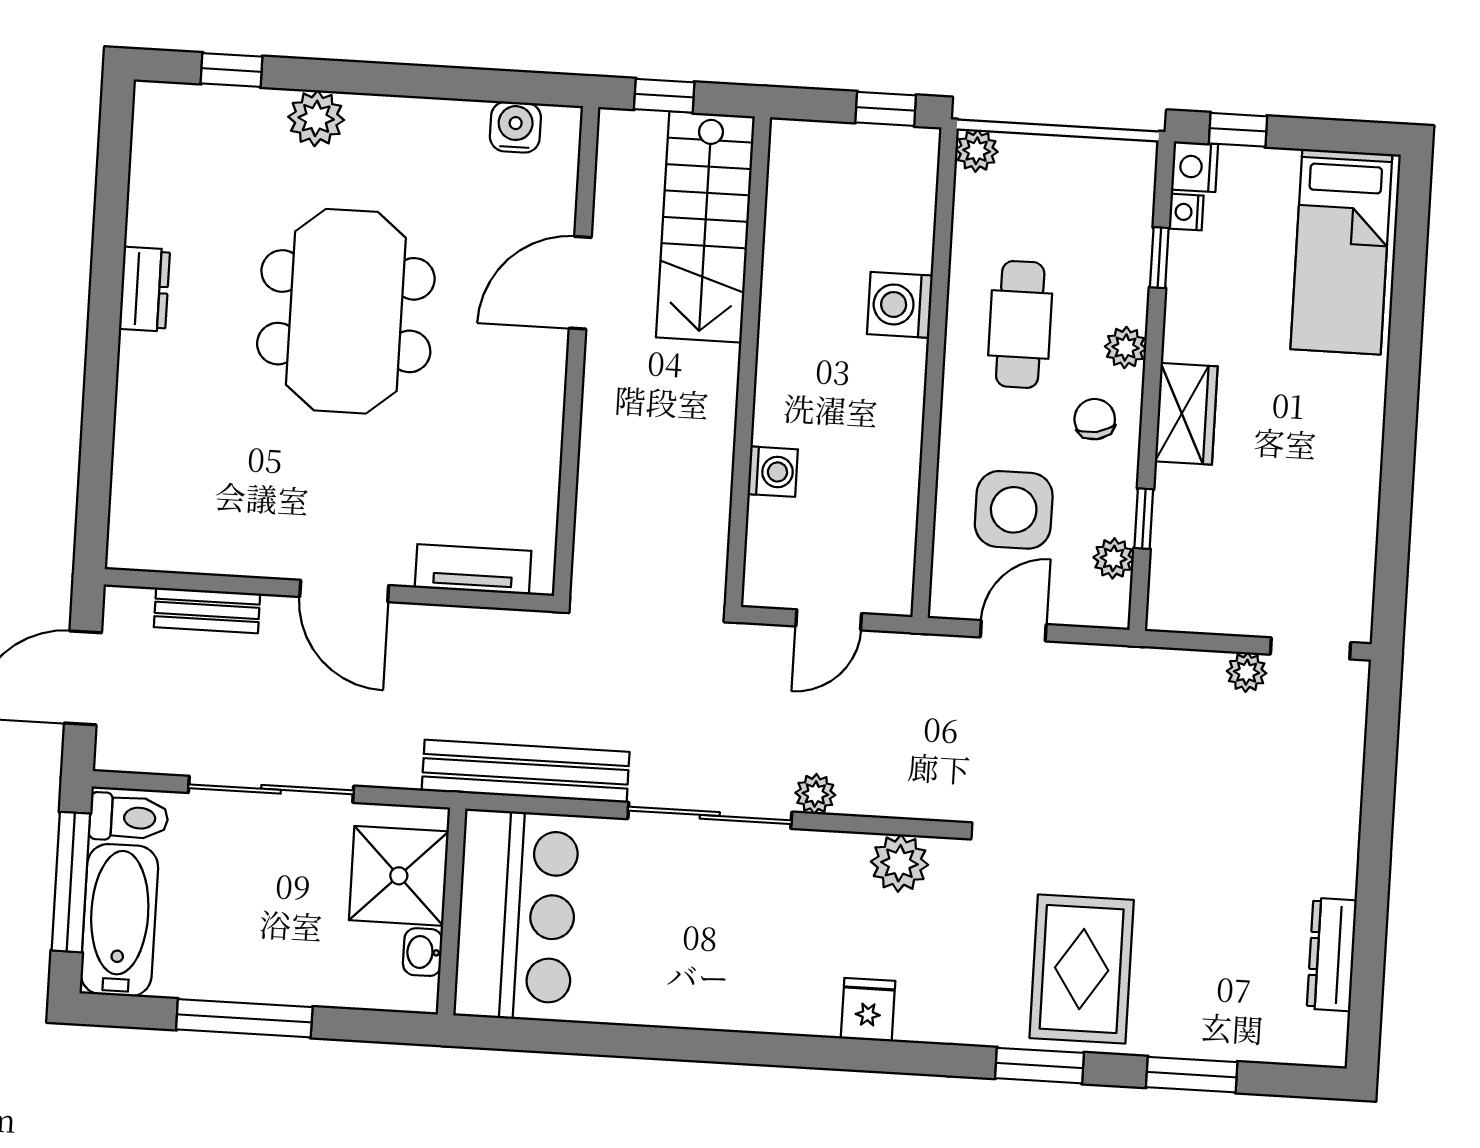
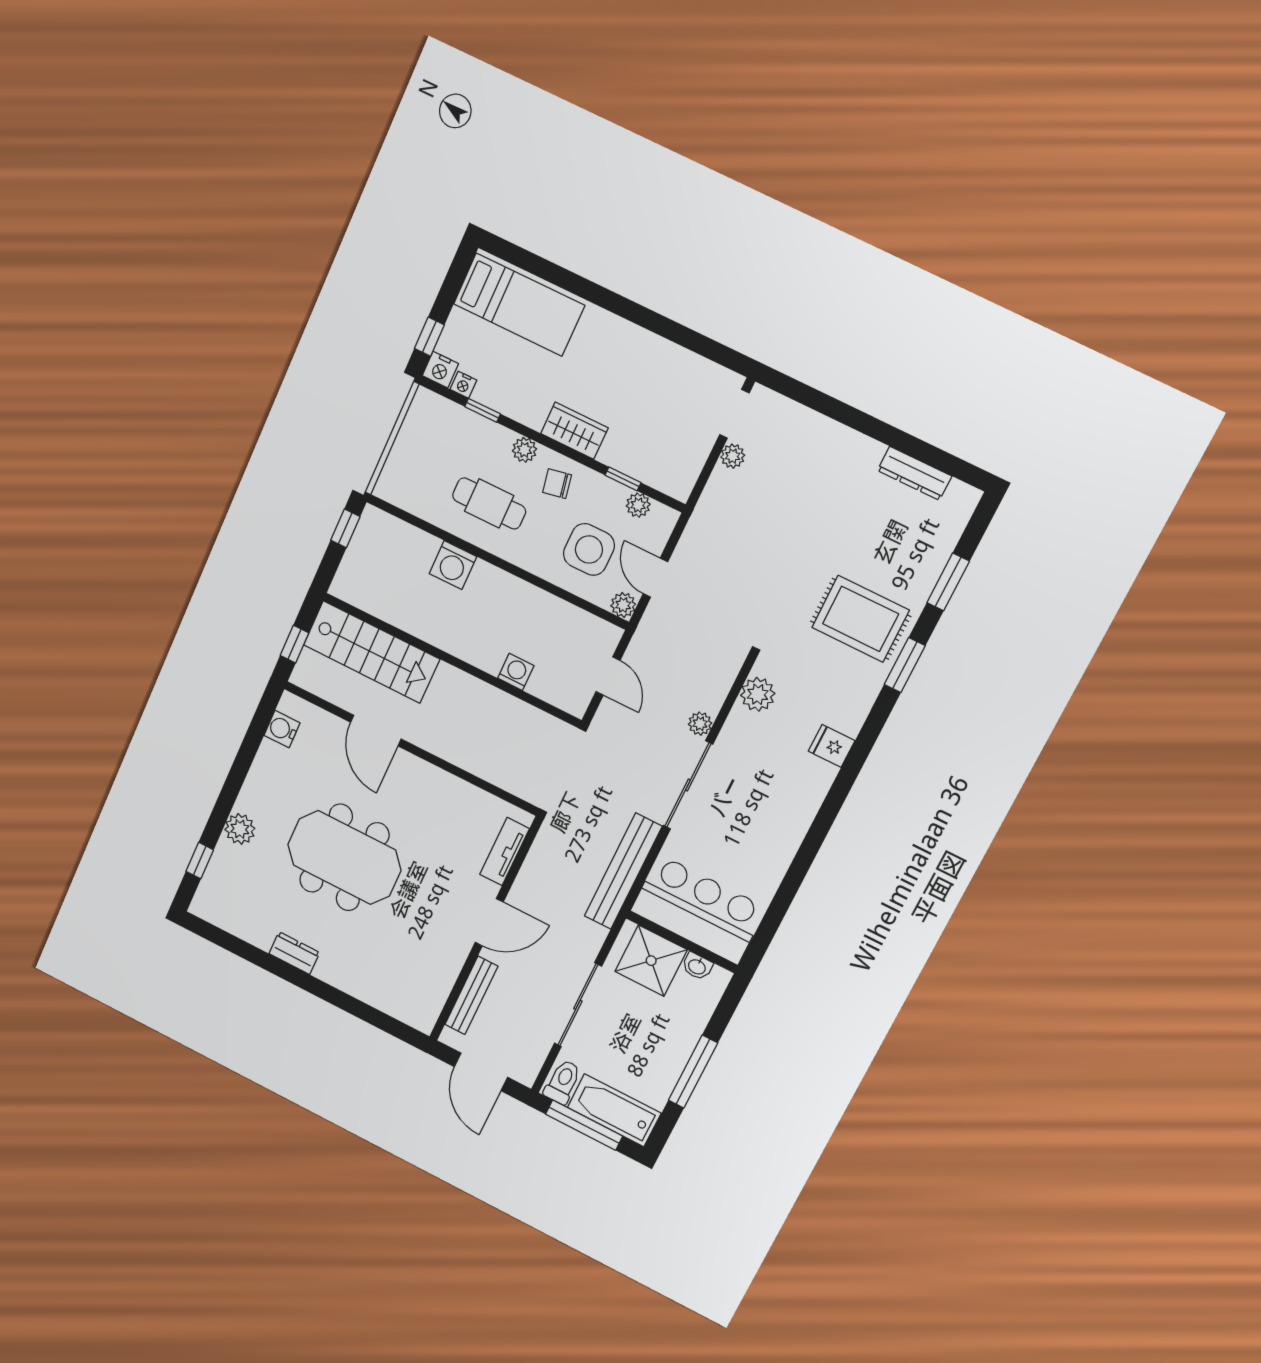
plant: (977, 151) -> (623, 605), moved
bench: (207, 610) -> (471, 995), width x1.36

